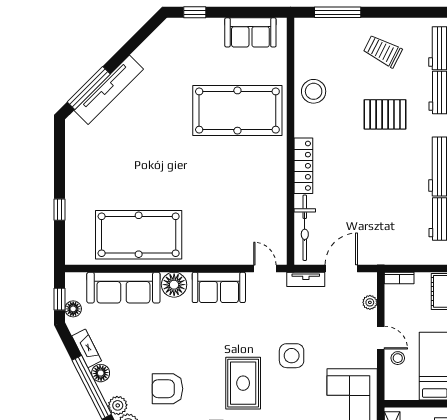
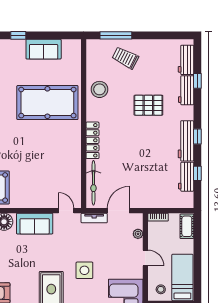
sofa: (250, 32) -> (44, 49), moved
trolley: (383, 51) -> (125, 58), moved
stool: (398, 358) -> (161, 289), moved

